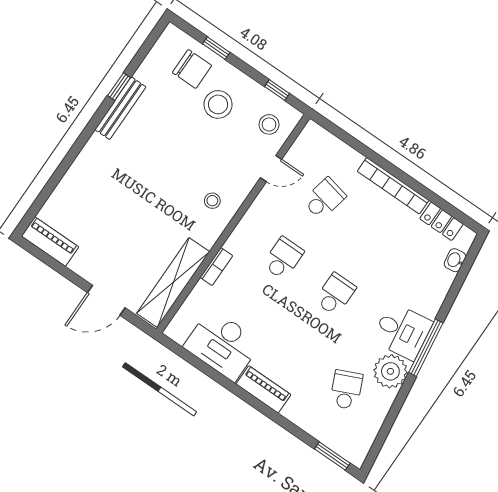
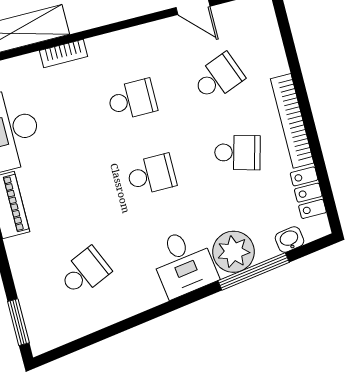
school desk: (324, 199) -> (218, 77), turned -33
school desk: (376, 235) -> (237, 153), added
window: (426, 348) -> (254, 272), moved
plant: (390, 371) -> (234, 252), moved

